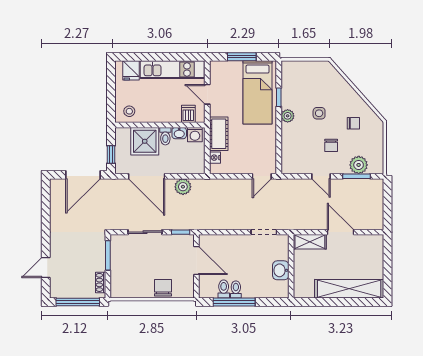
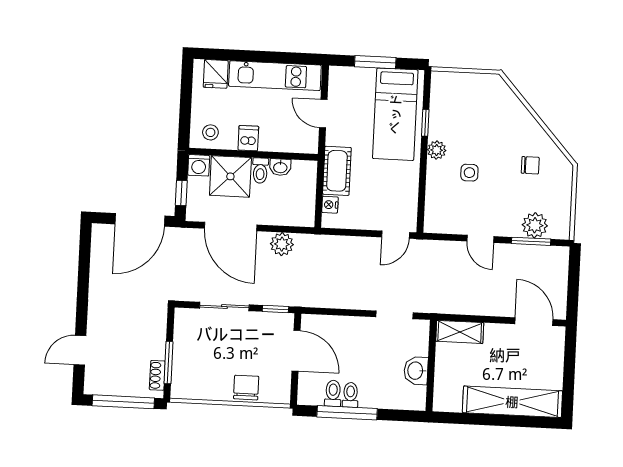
side table: (319, 113) -> (469, 173), moved
dishwasher: (188, 114) -> (248, 138), moved
washing machine: (195, 135) -> (199, 165), moved
chair: (331, 145) -> (497, 195), removed
door: (341, 232) -> (534, 322), moved
window: (108, 255) -> (168, 363), moved

